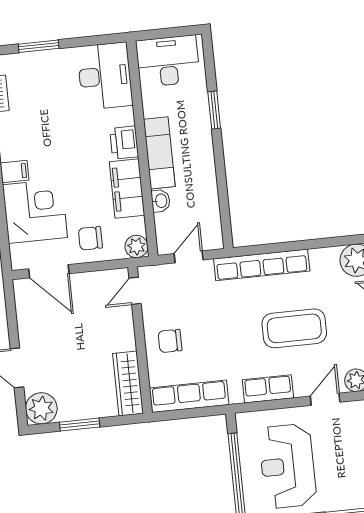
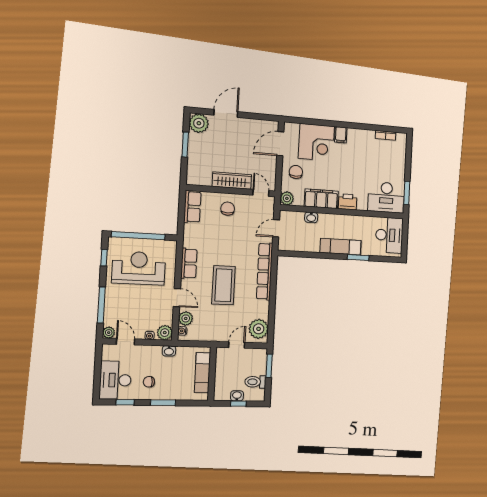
window: (39, 46) -> (407, 193), moved
exam couch: (159, 153) -> (341, 247), moved, turned 180
door: (189, 257) -> (276, 228), swing flipped
wardrobe: (128, 383) -> (232, 181), moved
row of seats: (189, 396) -> (192, 207), width x0.68

